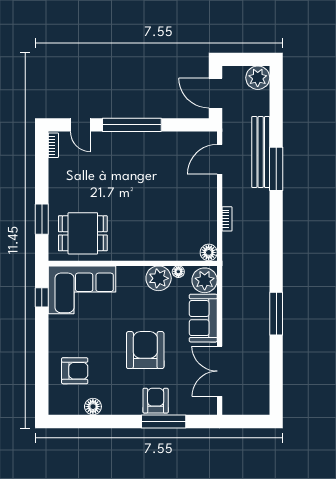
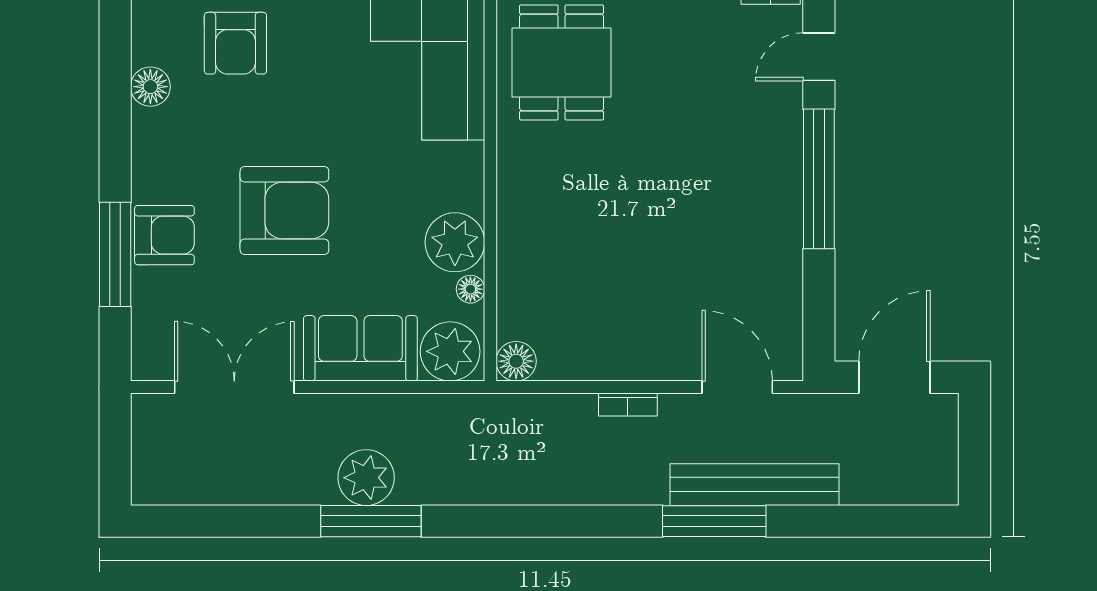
plant: (258, 78) -> (366, 478), moved
bookcase: (227, 219) -> (628, 405), moved

